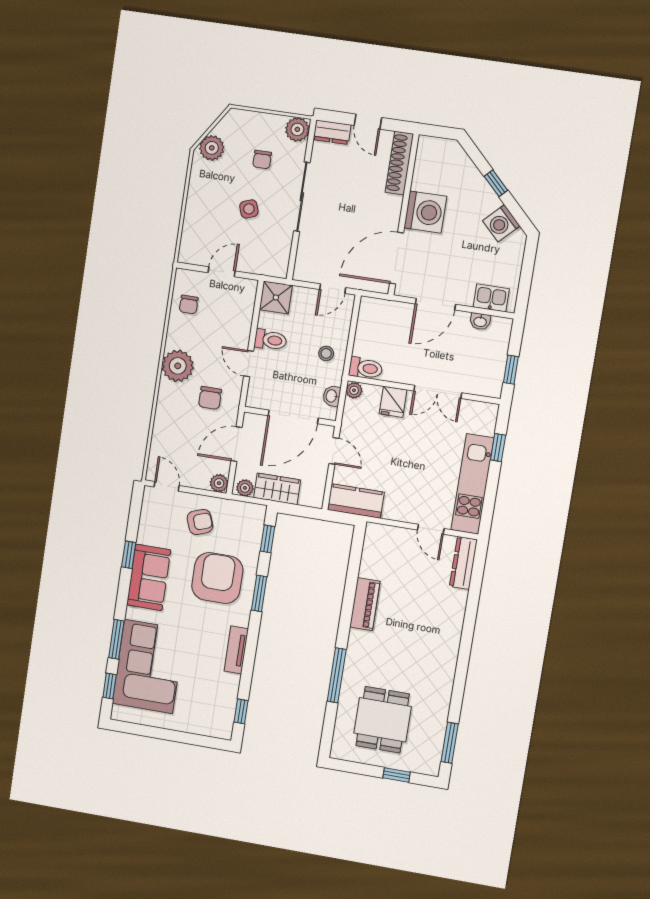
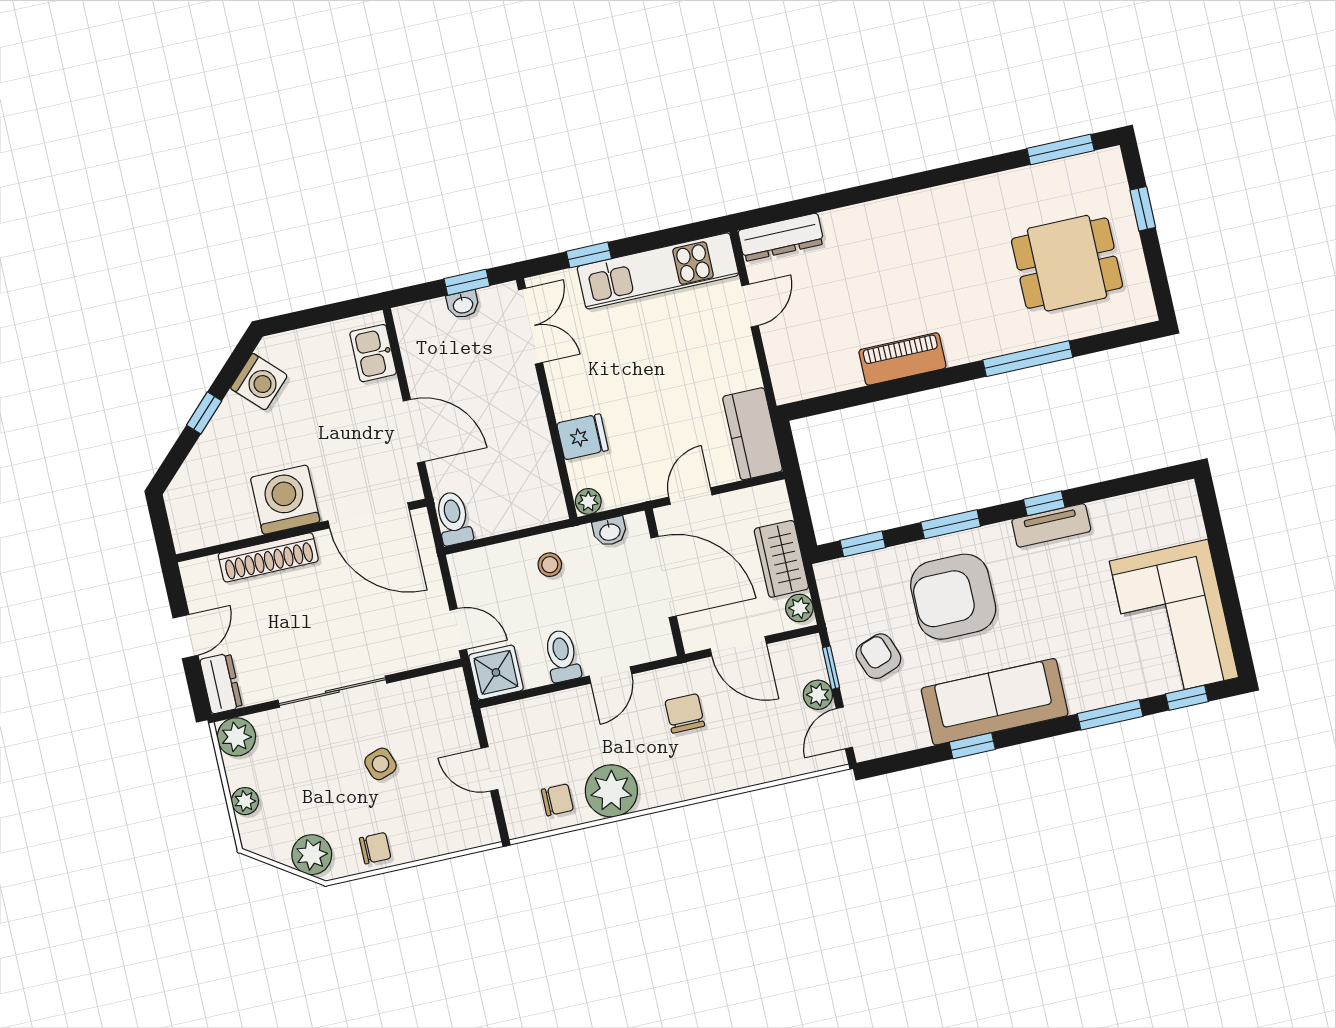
plant: (258, 120) -> (245, 801), added
chair: (262, 160) -> (375, 848), moved
shoe rack: (399, 163) -> (268, 557), moved
door: (333, 289) -> (458, 630), moved
washbasin: (480, 321) -> (463, 304), moved, turned 90
plant: (178, 366) -> (611, 791), moved
toilet: (366, 368) -> (454, 518), moved
double door: (438, 392) -> (531, 326), moved
chair: (210, 398) -> (685, 713), turned -90
plant: (219, 483) -> (818, 695), moved
window: (204, 492) -> (831, 668), added
sofa: (149, 577) -> (995, 702), width x1.36
corner sofa: (148, 666) -> (1174, 619), moved, turned -90
window: (241, 711) -> (1044, 503), moved

